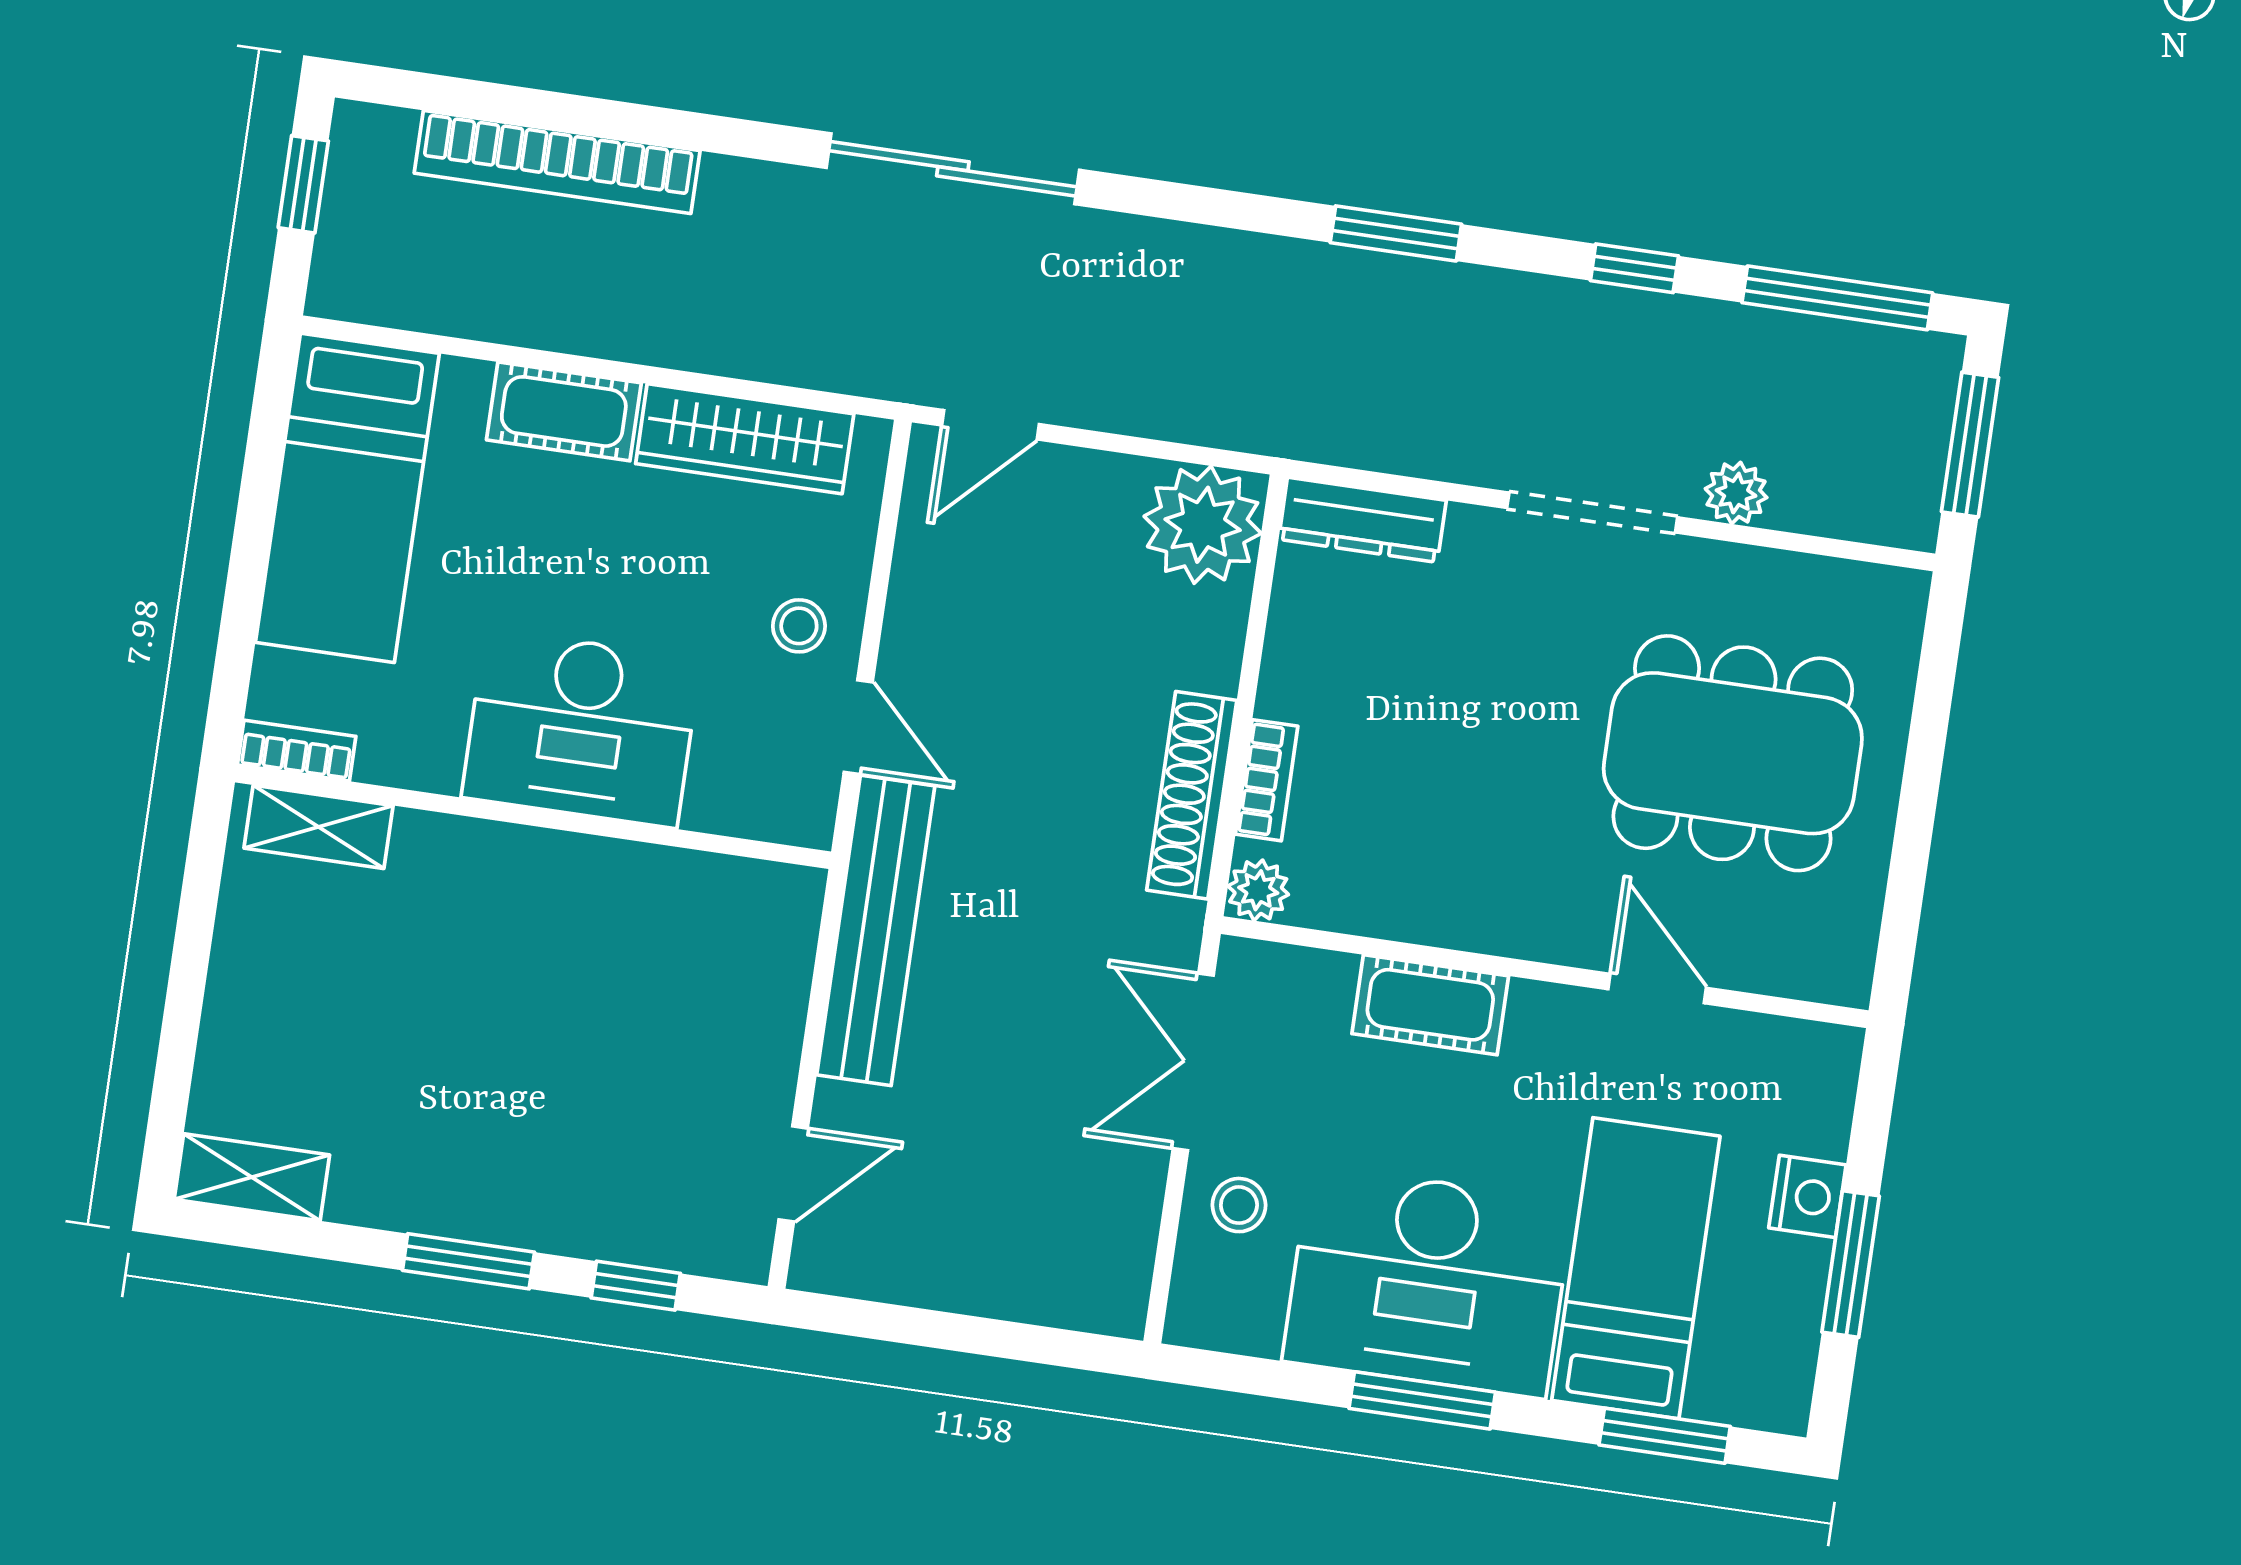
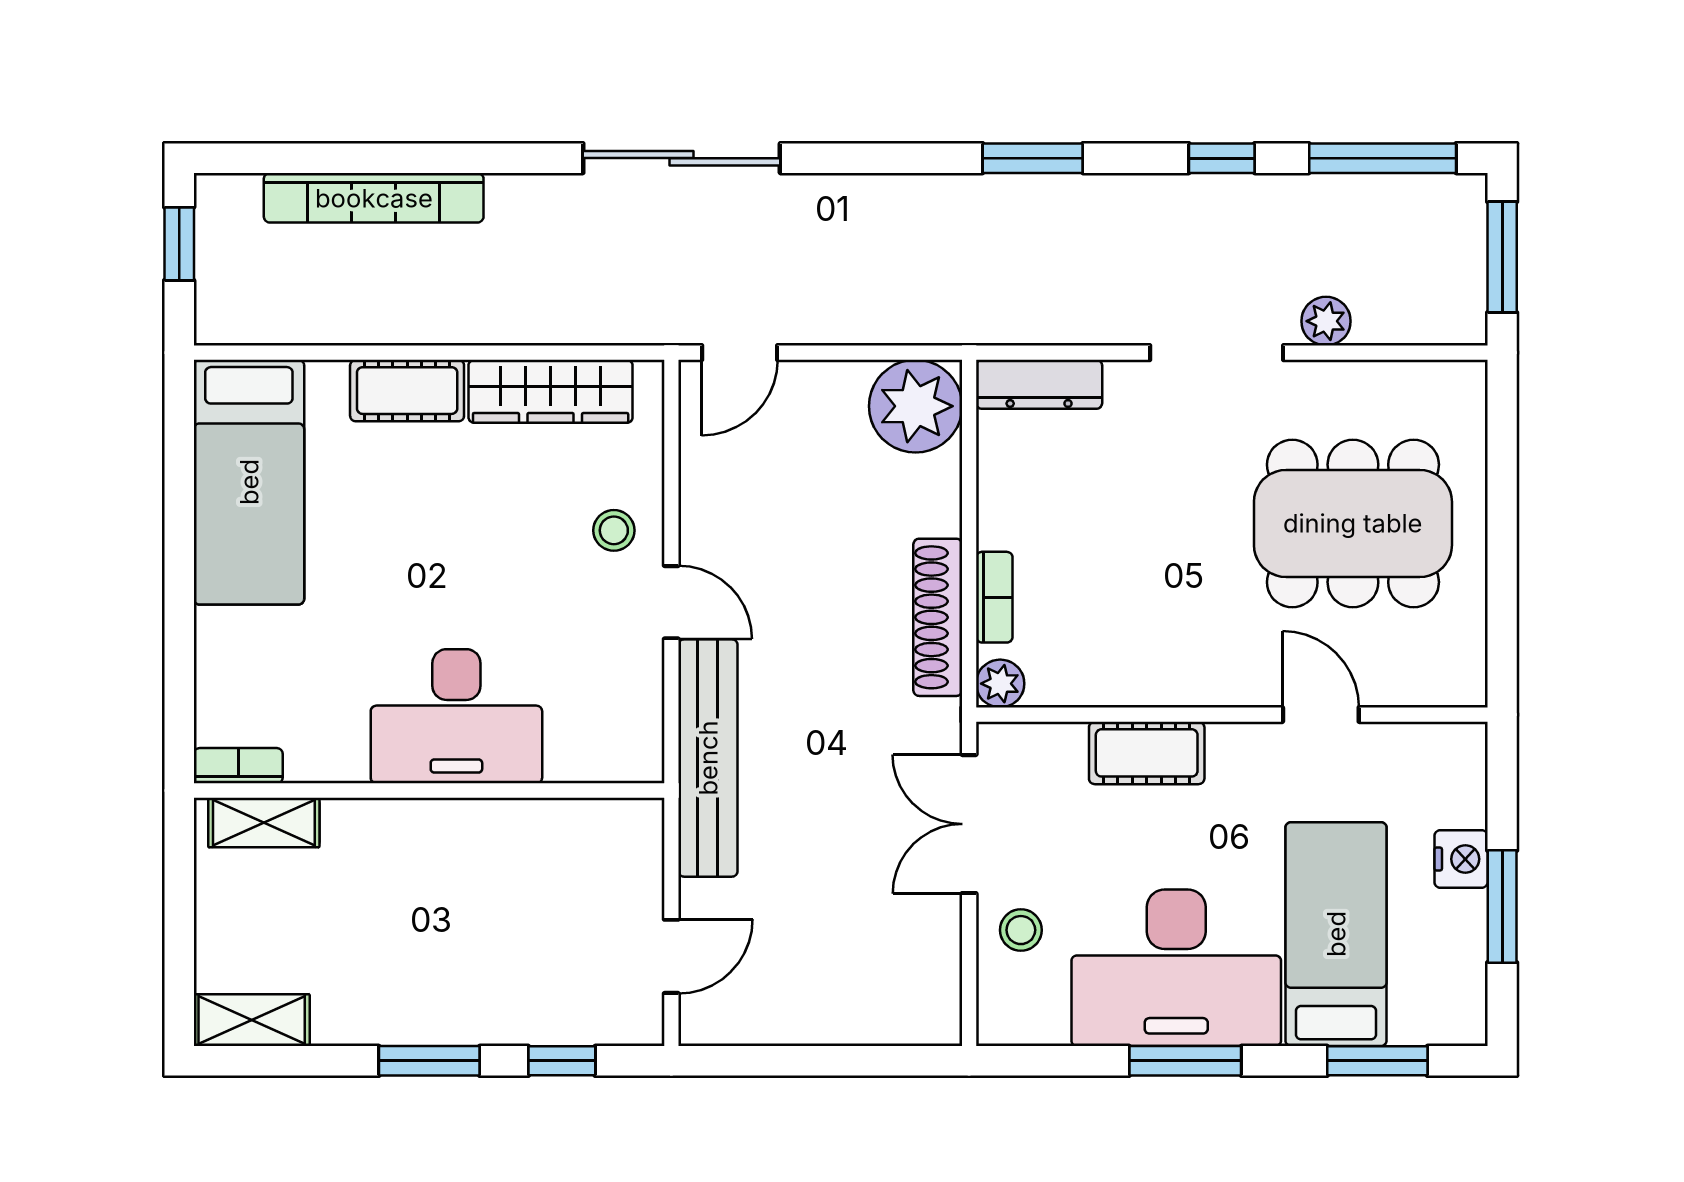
desk: (581, 728) -> (456, 716), moved
bookcase: (297, 751) -> (238, 766), moved
wall: (533, 817) -> (429, 790), moved
shelving: (319, 827) -> (264, 822), moved

